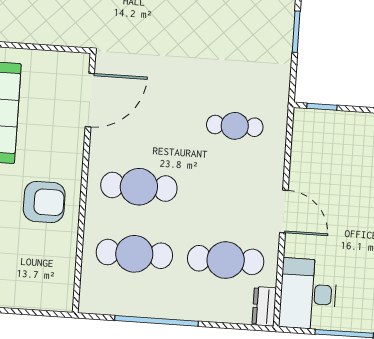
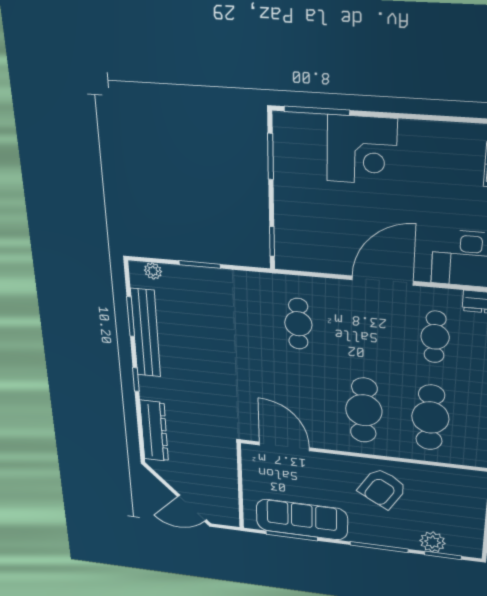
armchair: (44, 202) -> (382, 488), turned -149
door: (284, 211) -> (383, 281), width x1.36
cafe table: (226, 260) -> (435, 337), width x0.73, depth x0.74

